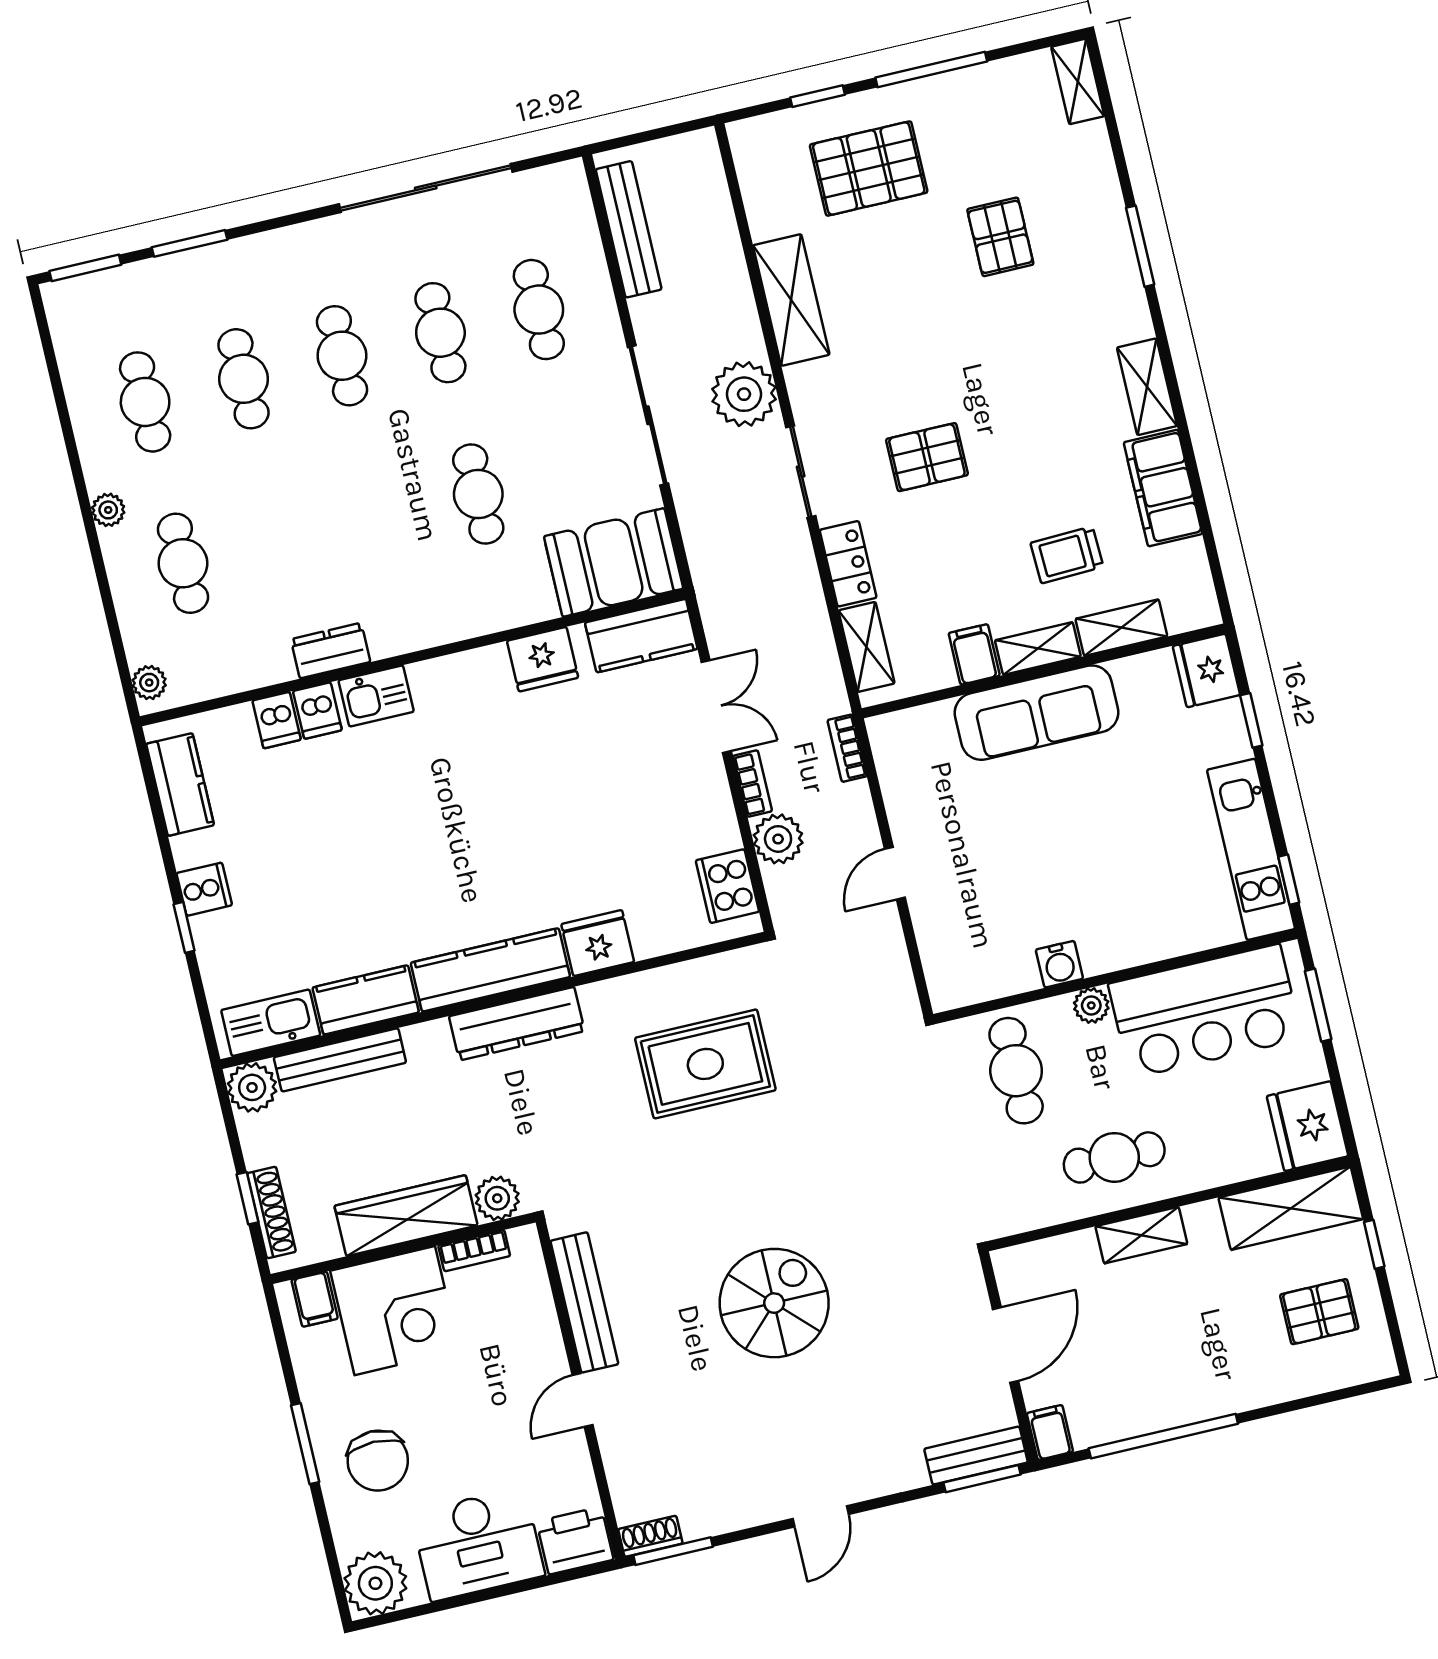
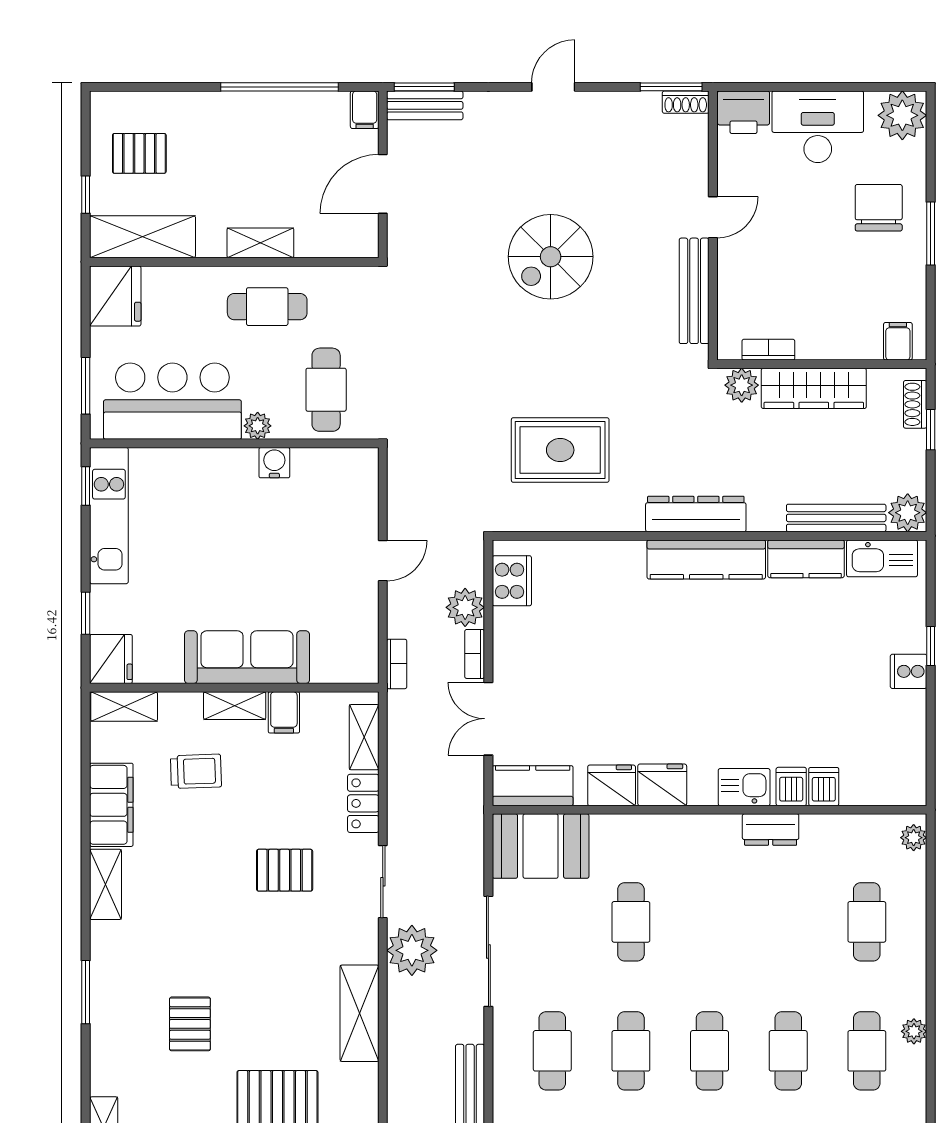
plant: (108, 510) -> (914, 1031), moved
shelving: (1121, 628) -> (124, 707), moved
kitchen counter: (180, 784) -> (908, 755), removed
fridge: (598, 943) -> (662, 785), moved, turned 180
shoe rack: (271, 1212) -> (915, 404), width x0.70
corner desk: (395, 1311) -> (839, 318), removed

